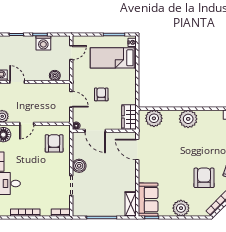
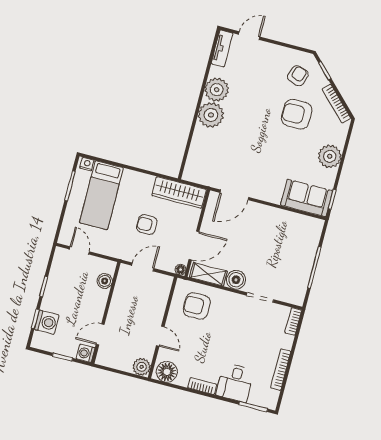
washing machine: (43, 43) -> (47, 322), moved
wardrobe: (129, 117) -> (179, 192), width x1.50
plant: (154, 118) -> (217, 90), moved
shelving: (131, 204) -> (208, 274), moved

